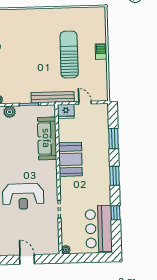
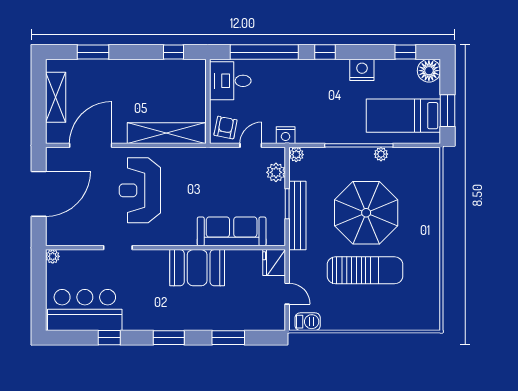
barbecue: (101, 52) -> (308, 322), moved
parasol: (33, 55) -> (366, 213), added
bench: (53, 97) -> (297, 215), moved
door: (85, 103) -> (287, 294), hinge flipped
door: (27, 259) -> (39, 194), width x1.87

